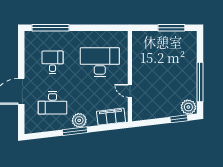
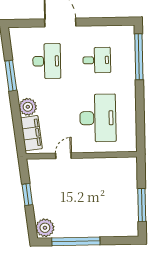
desk: (53, 103) -> (47, 61), turned 180
window: (179, 119) -> (27, 194), moved
plant: (79, 120) -> (28, 107), moved
window: (75, 131) -> (11, 76), moved

